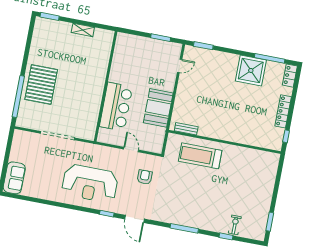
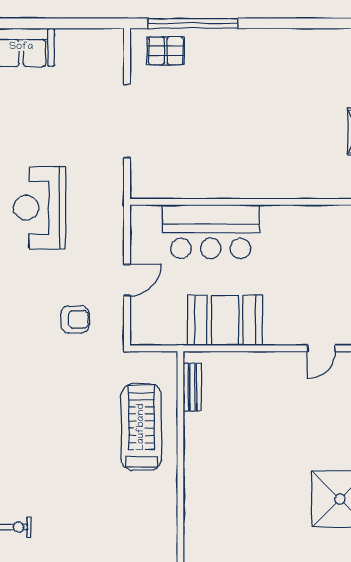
door: (180, 66) -> (321, 348), hinge flipped
pallet: (41, 84) -> (166, 51), moved, width x0.49, depth x0.50
reception desk: (90, 184) -> (40, 208), width x0.74, depth x0.77

